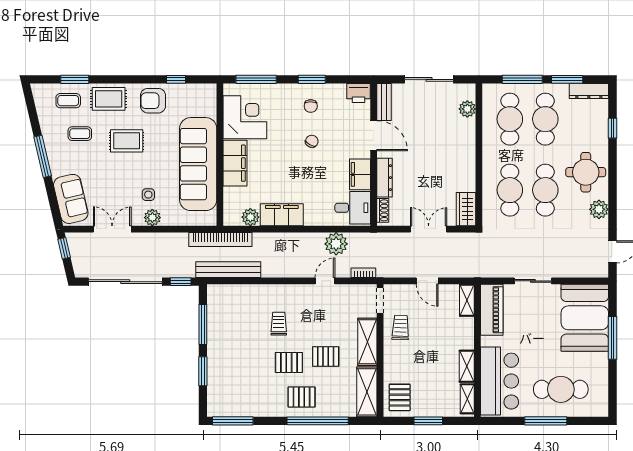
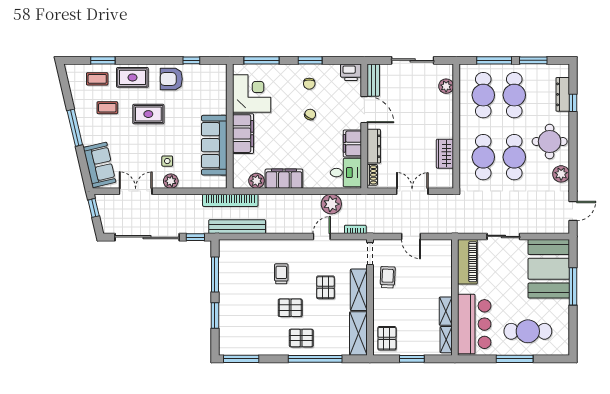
dresser: (589, 91) -> (563, 94), moved, turned 90
sofa: (198, 164) -> (214, 145), width x0.74, depth x0.79
wardrobe: (466, 209) -> (445, 154), moved
shelving: (467, 300) -> (446, 253), removed
pallet: (326, 357) -> (326, 287), moved, turned 90

